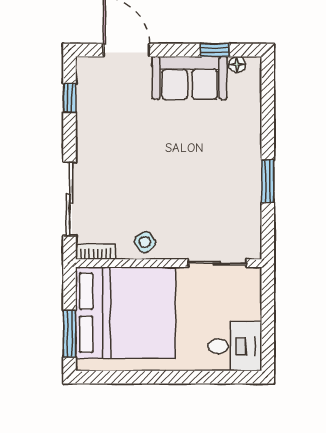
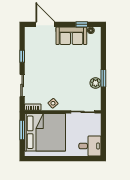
window: (70, 98) -> (22, 56), moved
plant: (248, 193) -> (96, 83), added
sliding door: (70, 199) -> (22, 85), width x0.73
window: (70, 334) -> (22, 130), moved

